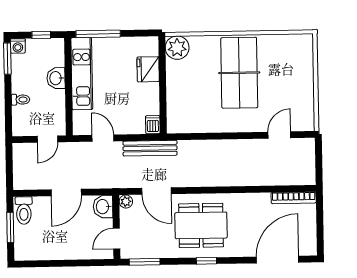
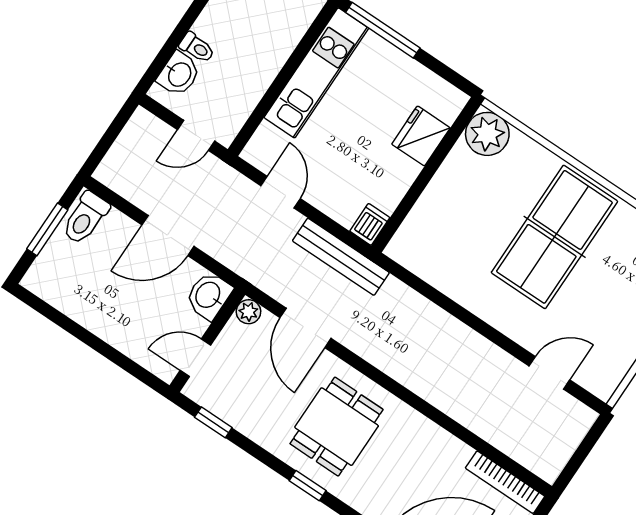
washbasin: (56, 78) -> (179, 74), moved, turned 180
dining table: (201, 225) -> (337, 427), width x0.73
window: (145, 262) -> (213, 422), width x0.67

